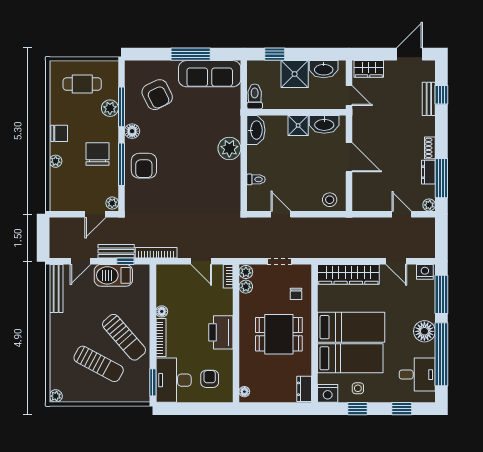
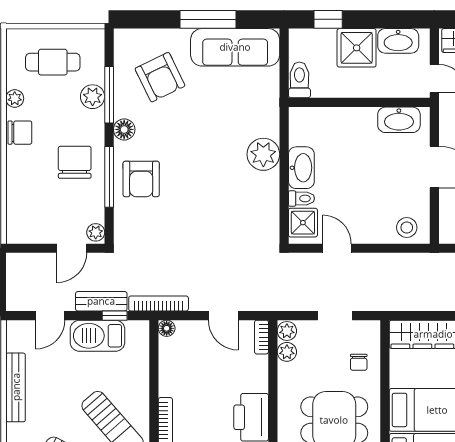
shower: (298, 125) -> (303, 223), moved
washbasin: (256, 130) -> (301, 168), moved
plant: (56, 161) -> (15, 99), moved
bench: (56, 289) -> (16, 387), moved
floor lamp: (162, 311) -> (167, 328), moved

